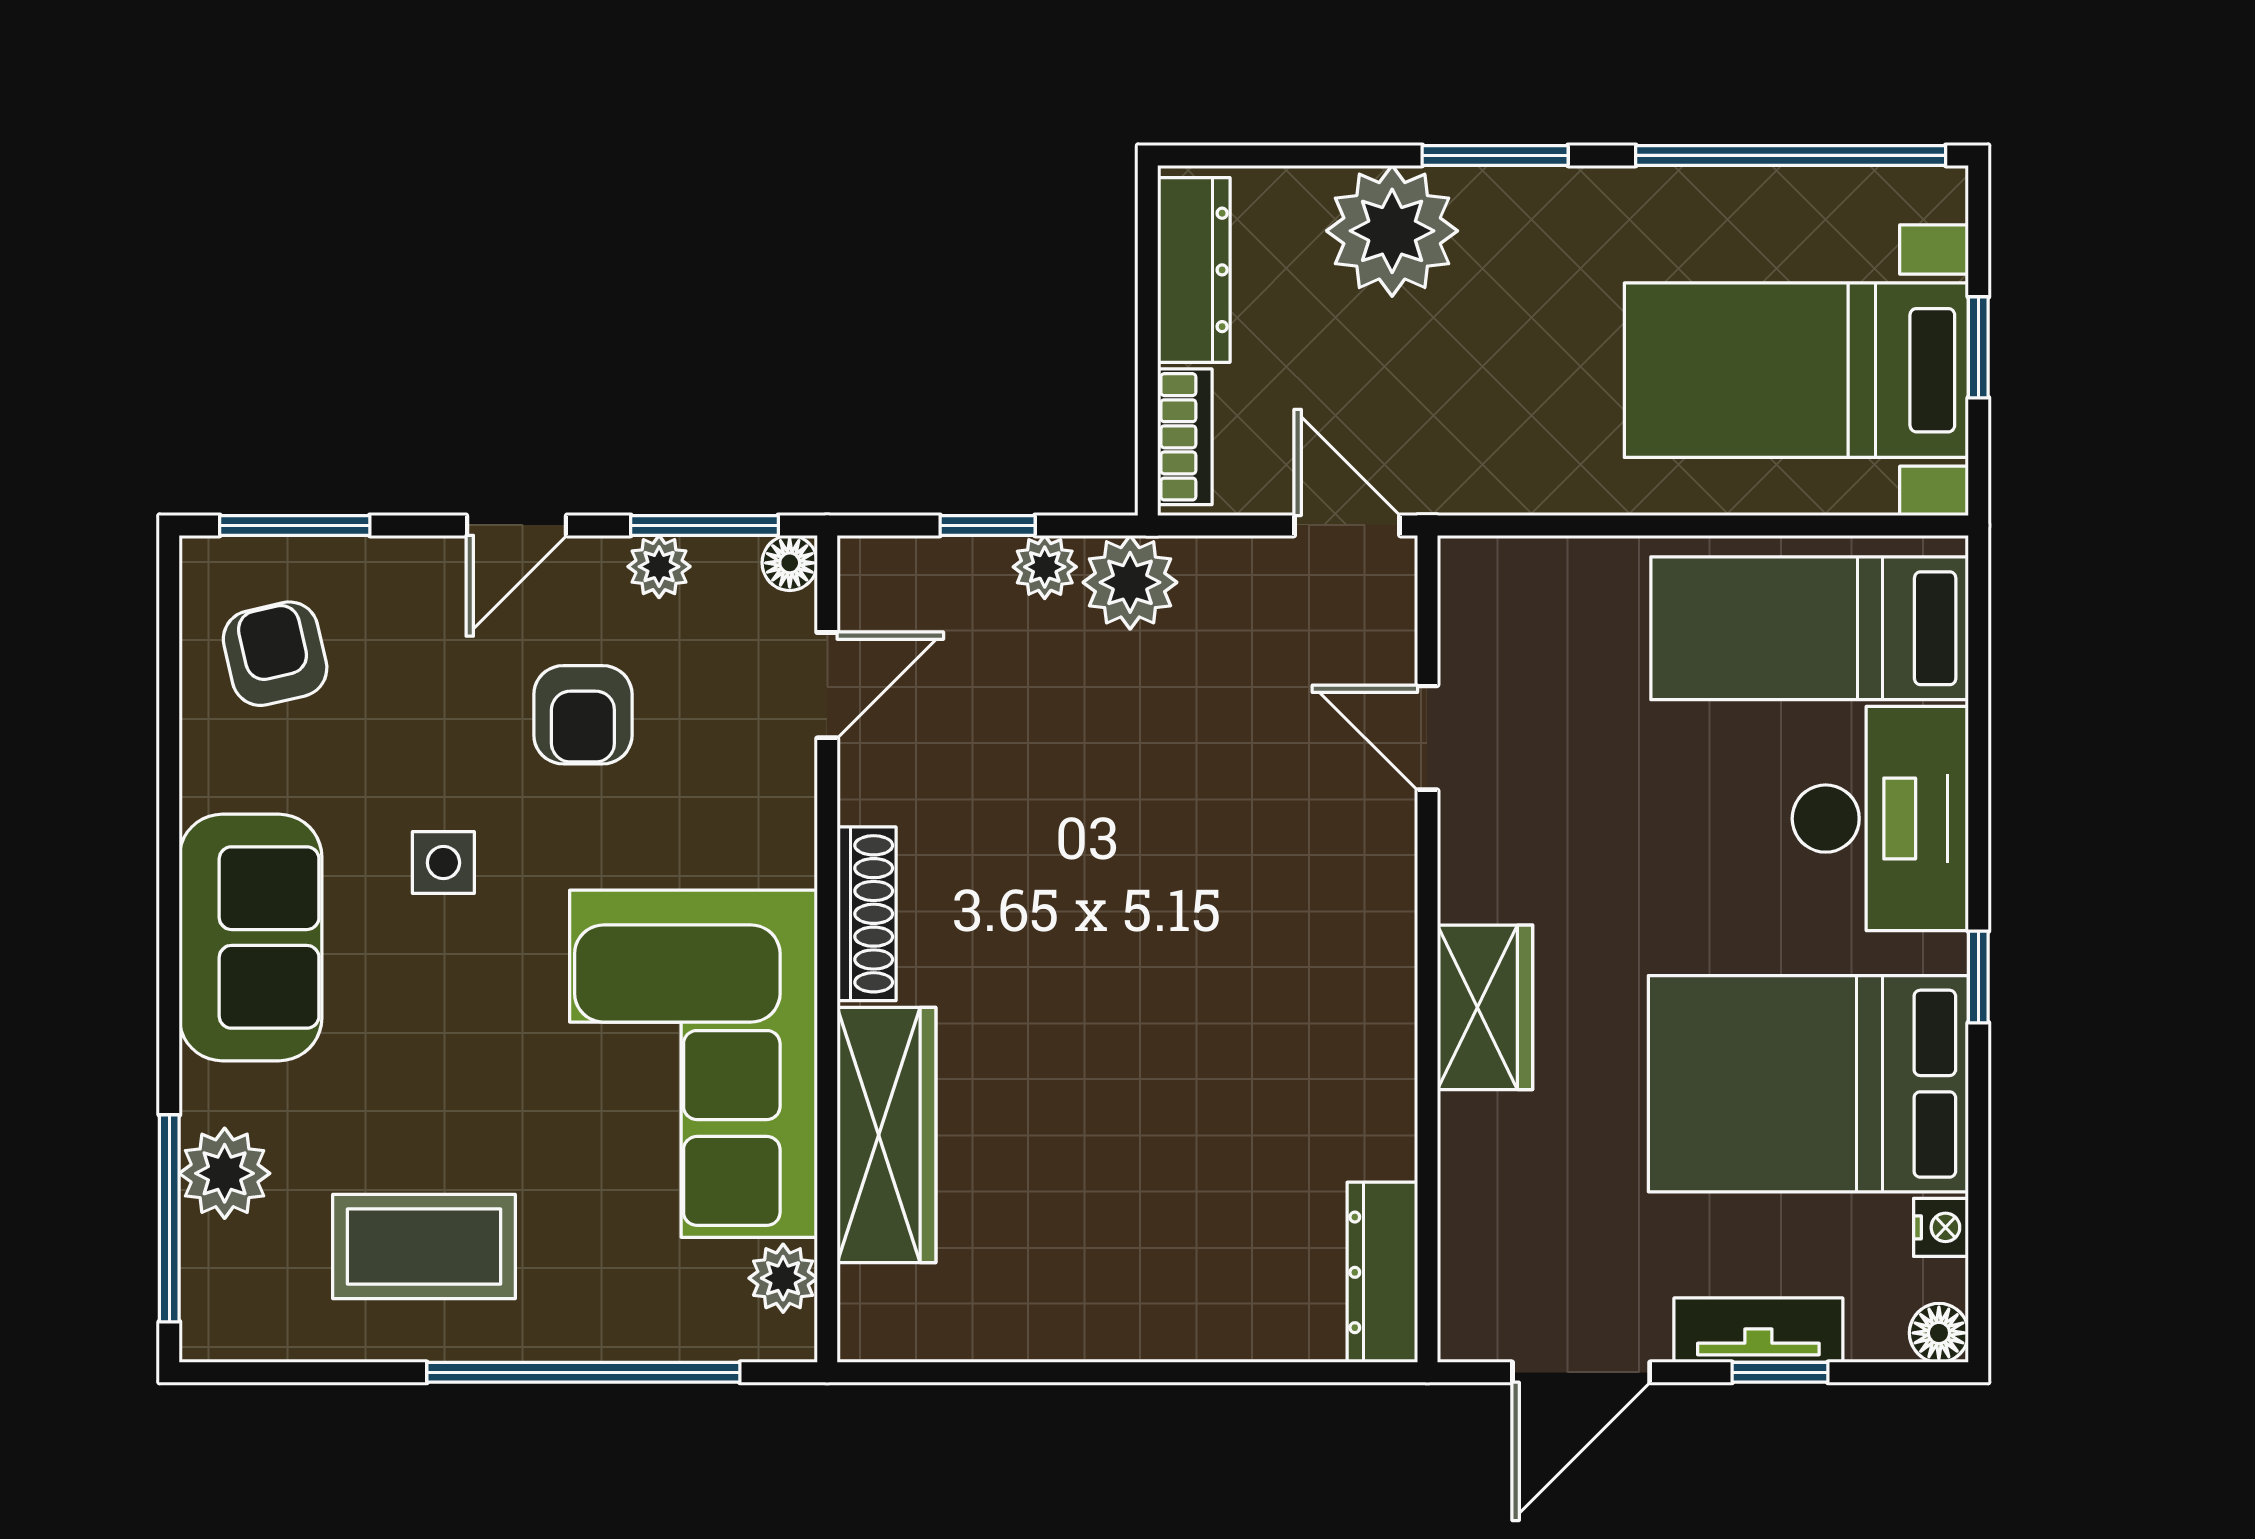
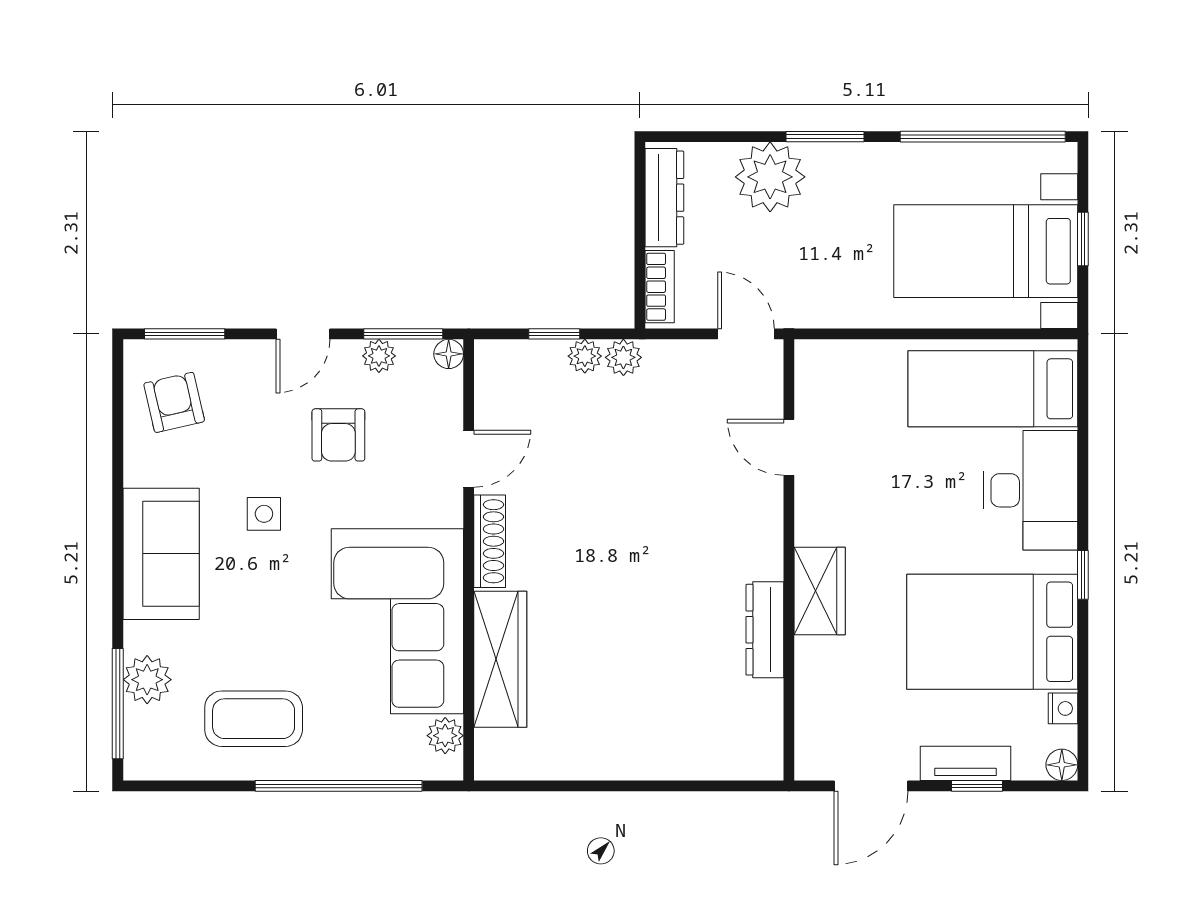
plant: (1130, 582) -> (623, 357), width x0.73, depth x0.73
door: (827, 685) -> (469, 459), moved
dresser: (1382, 1272) -> (765, 630), moved

